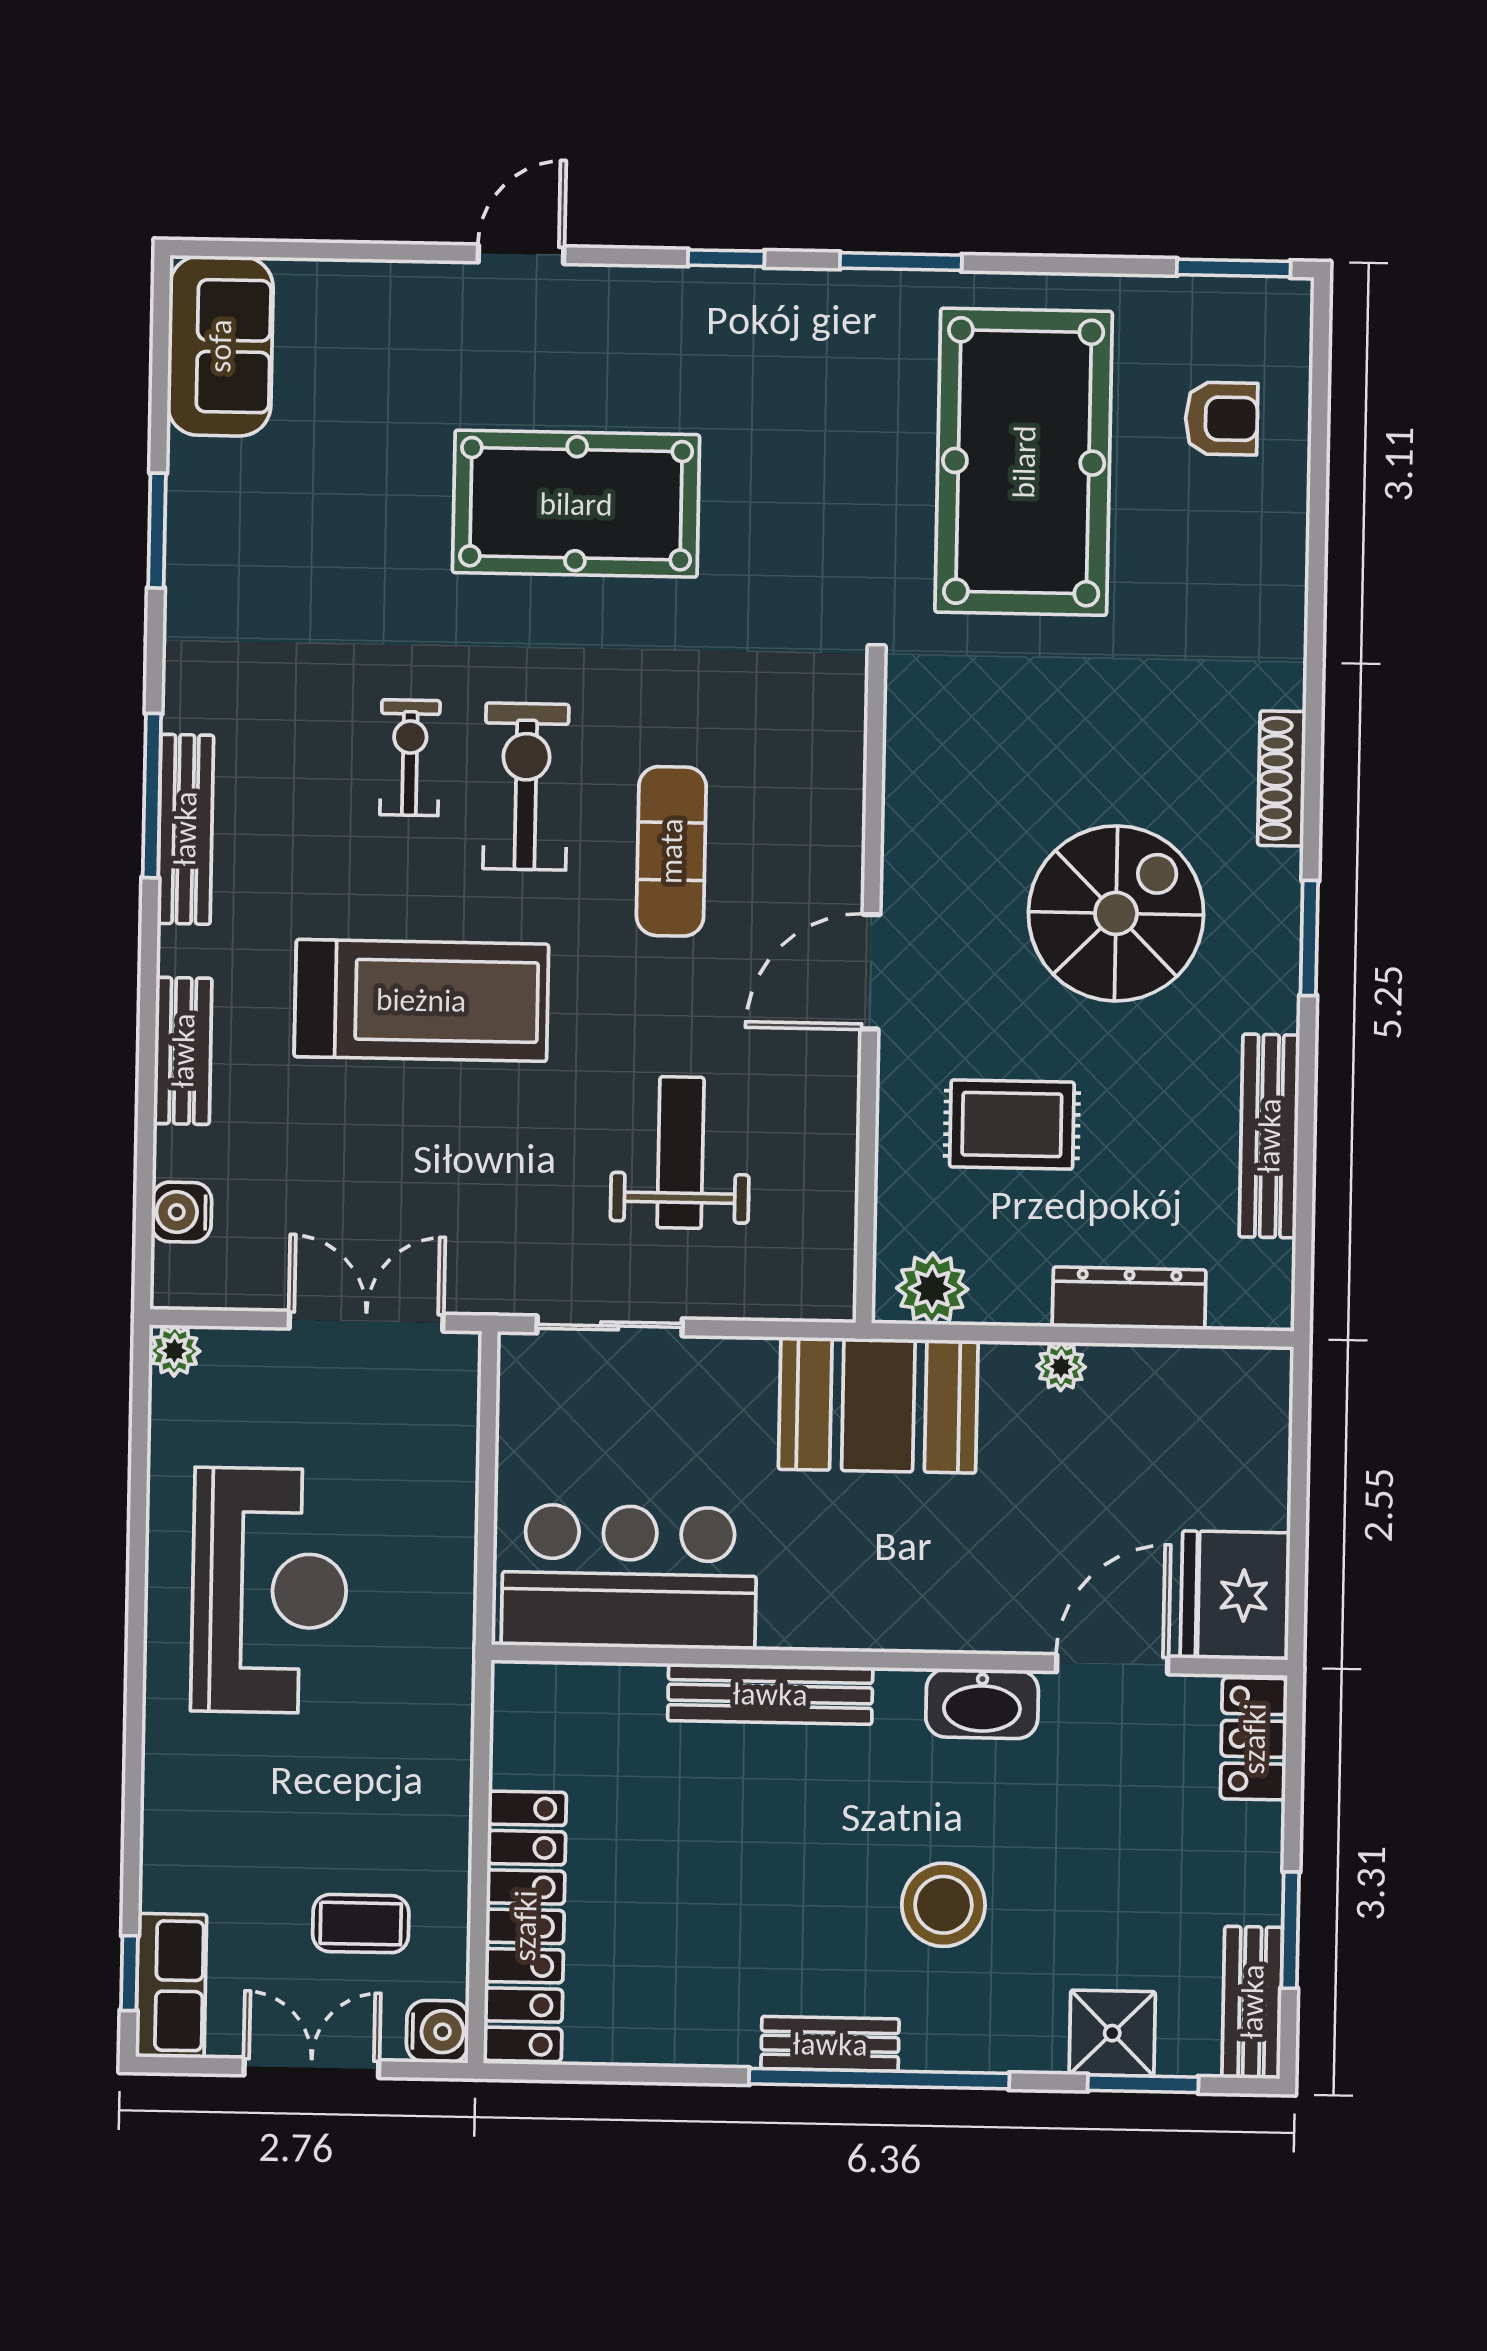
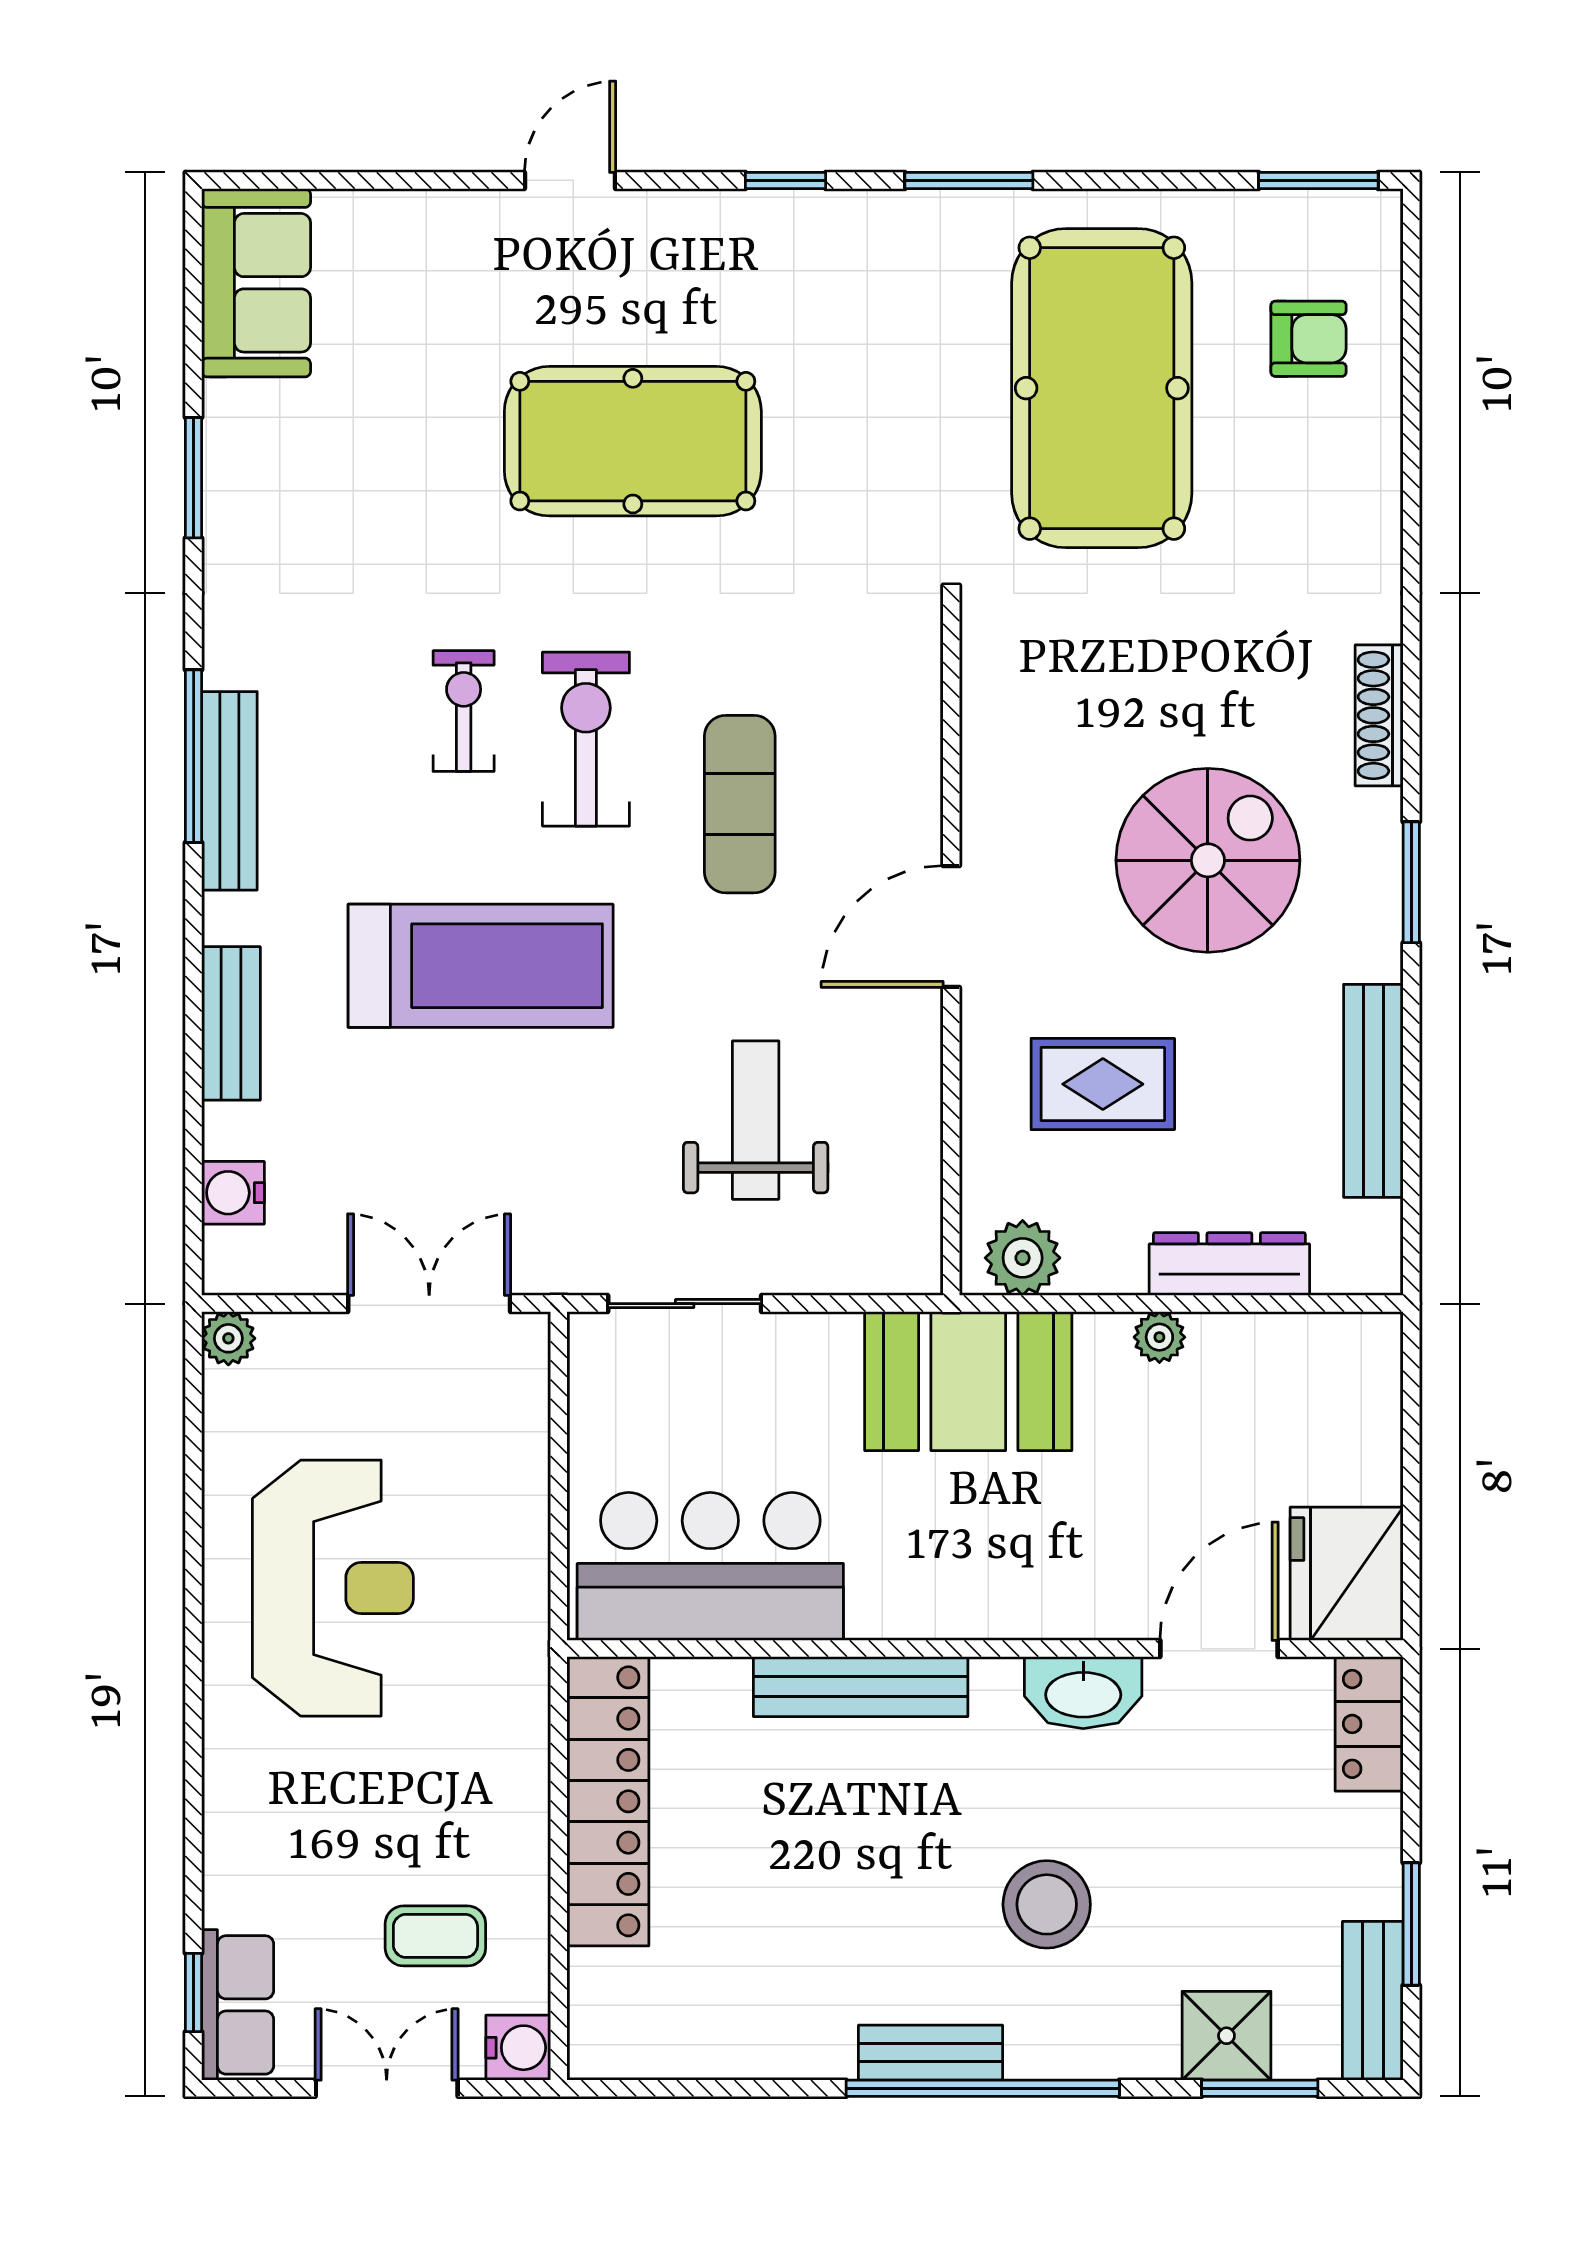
locker: (525, 1926) -> (608, 1801), moved

